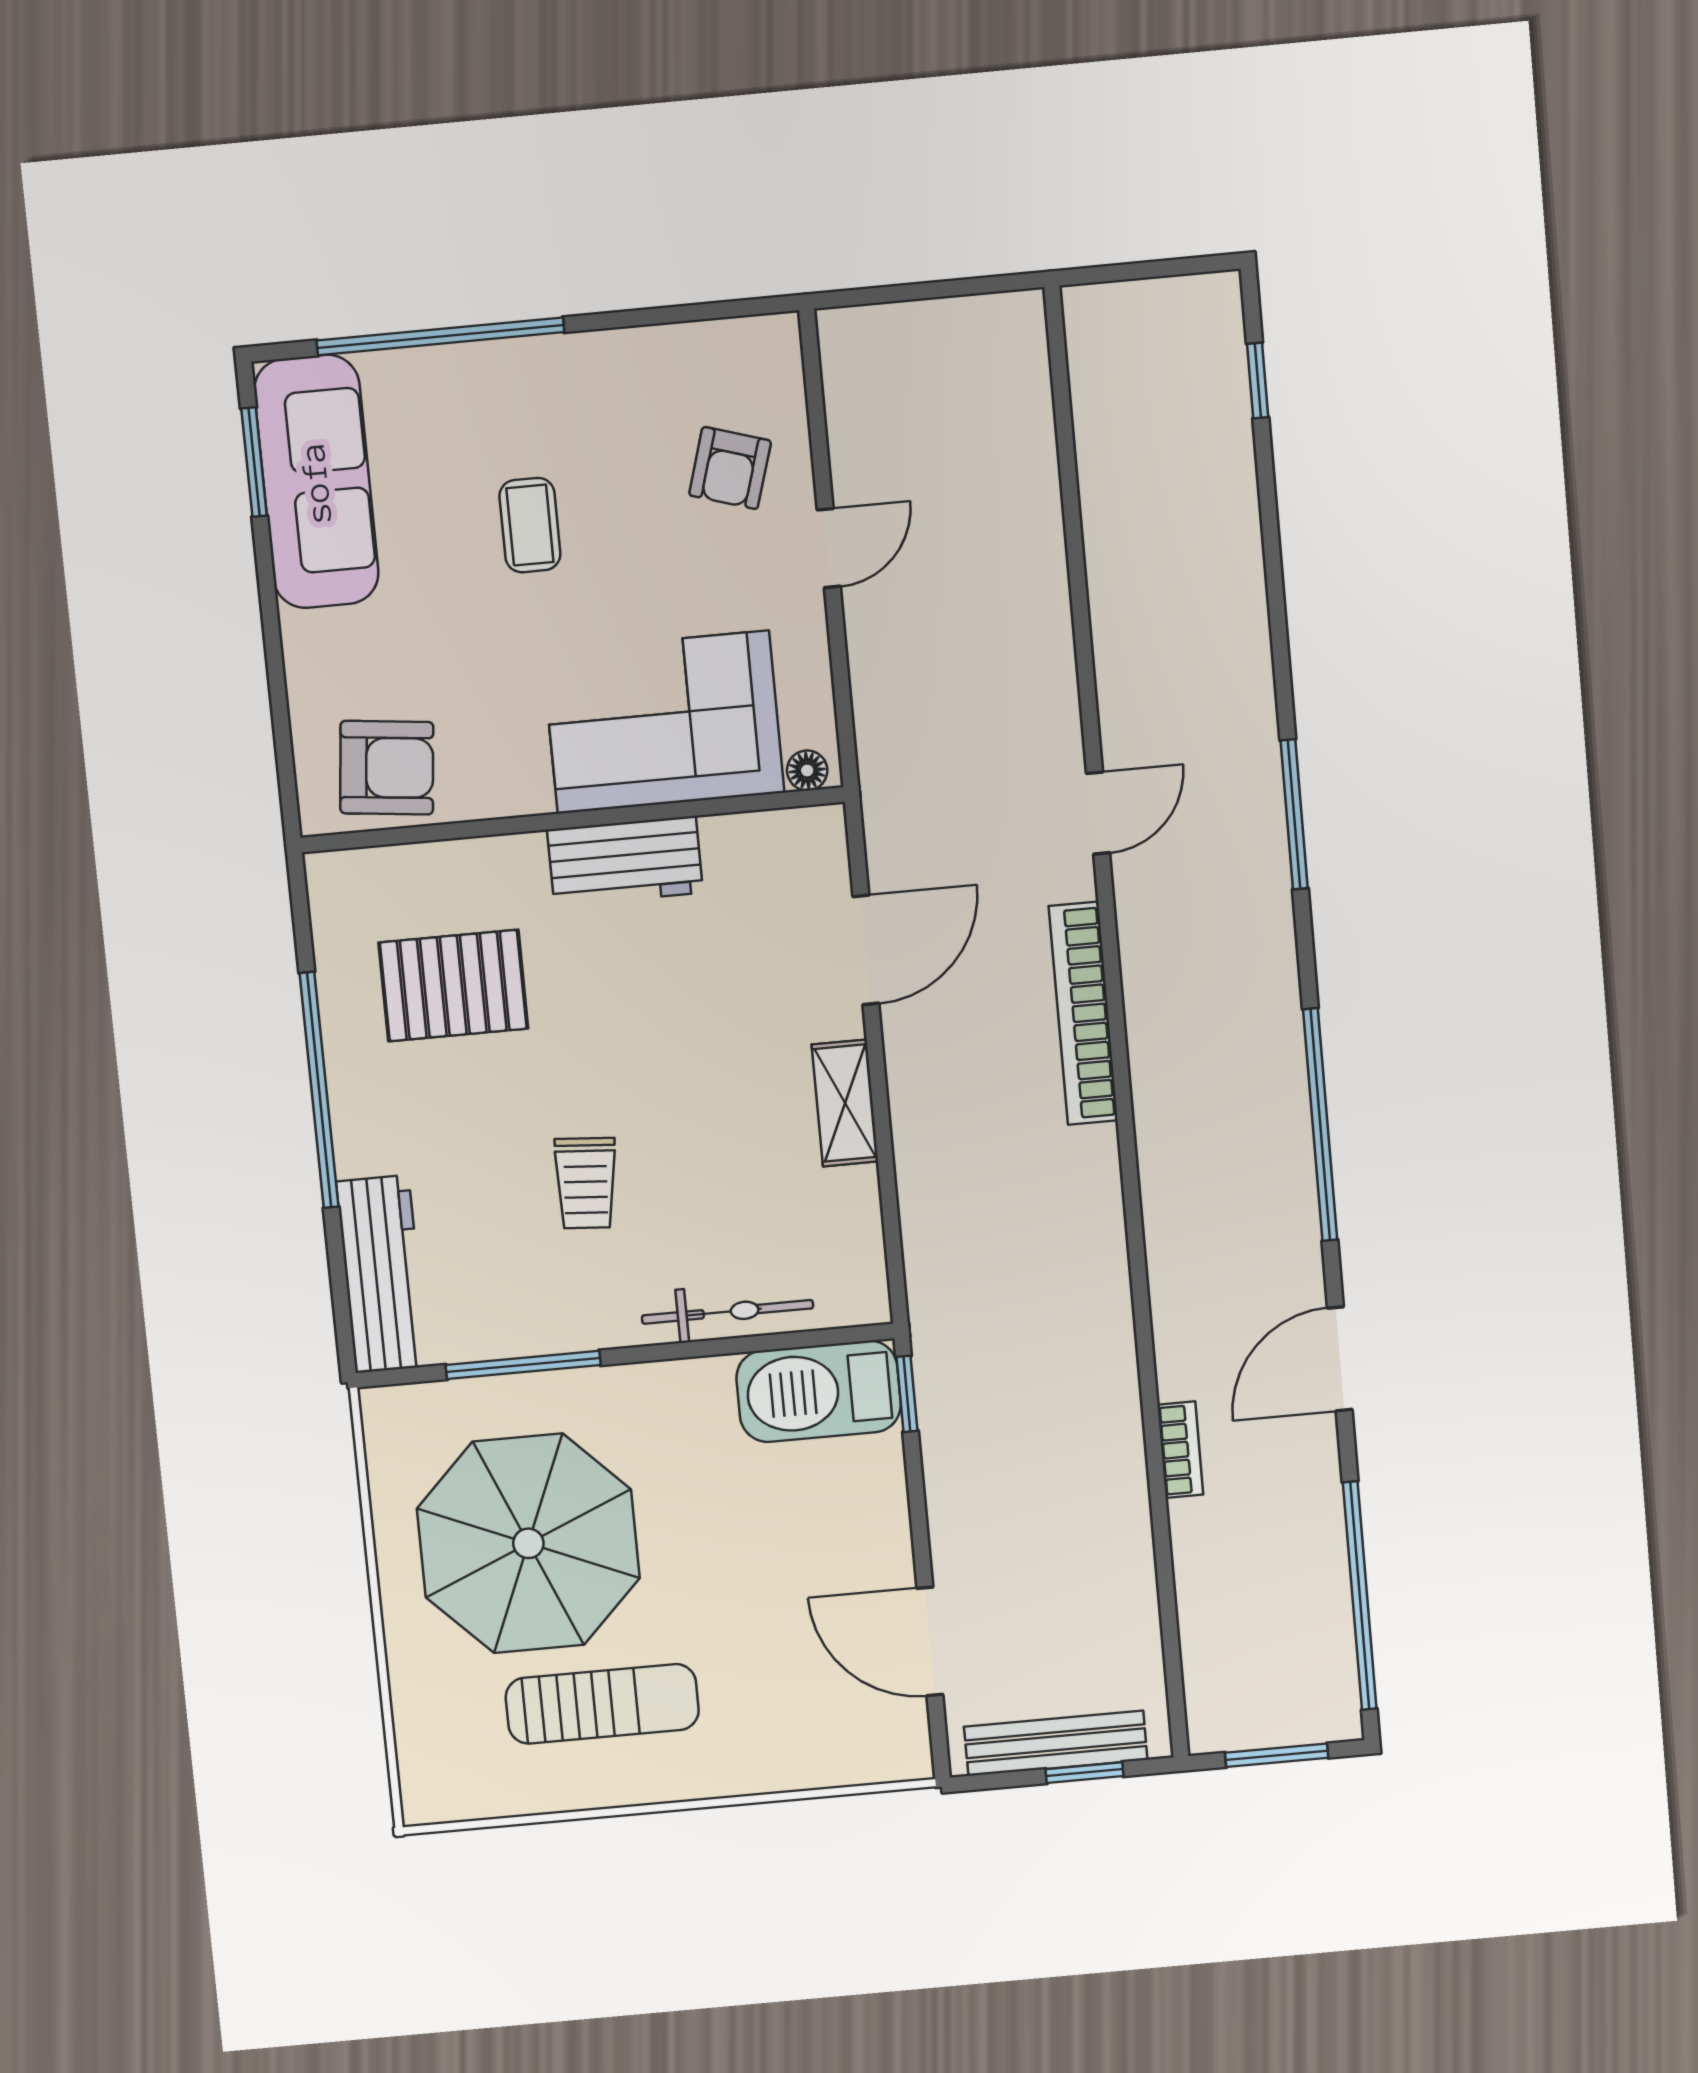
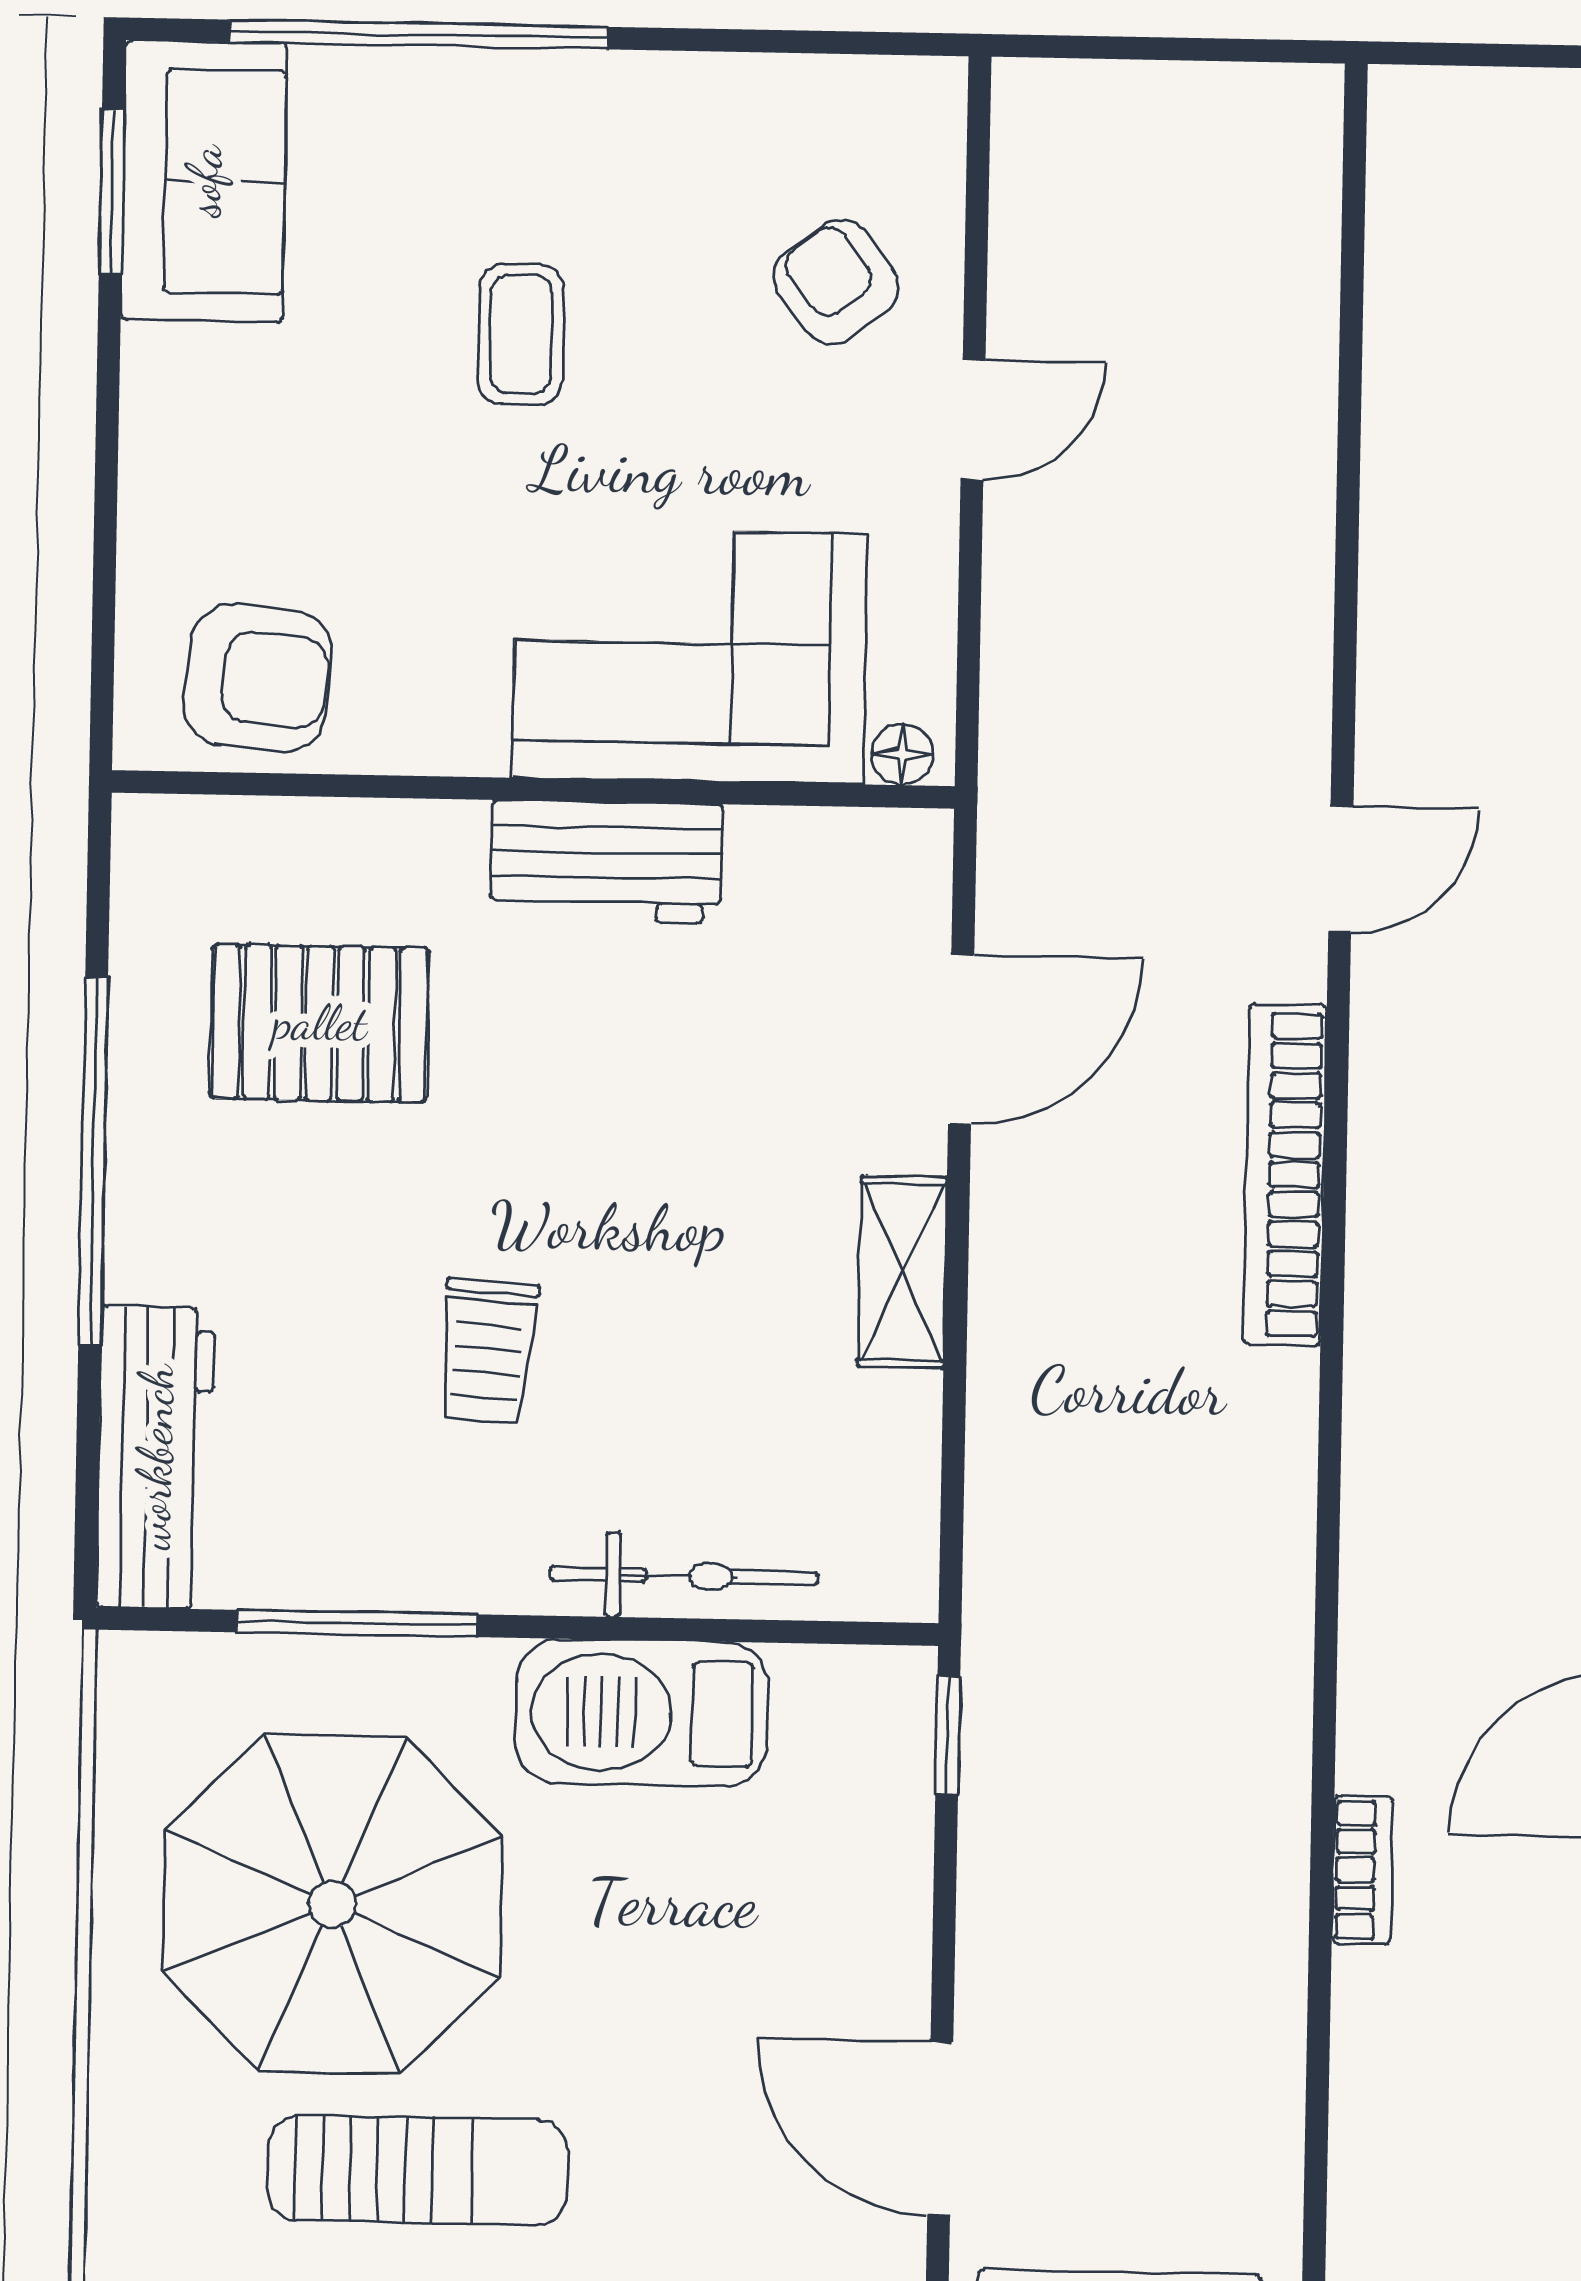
armchair: (730, 468) -> (836, 282), turned 126
sofa: (316, 482) -> (204, 181), width x0.73
barbecue: (819, 1391) -> (642, 1713), moved

